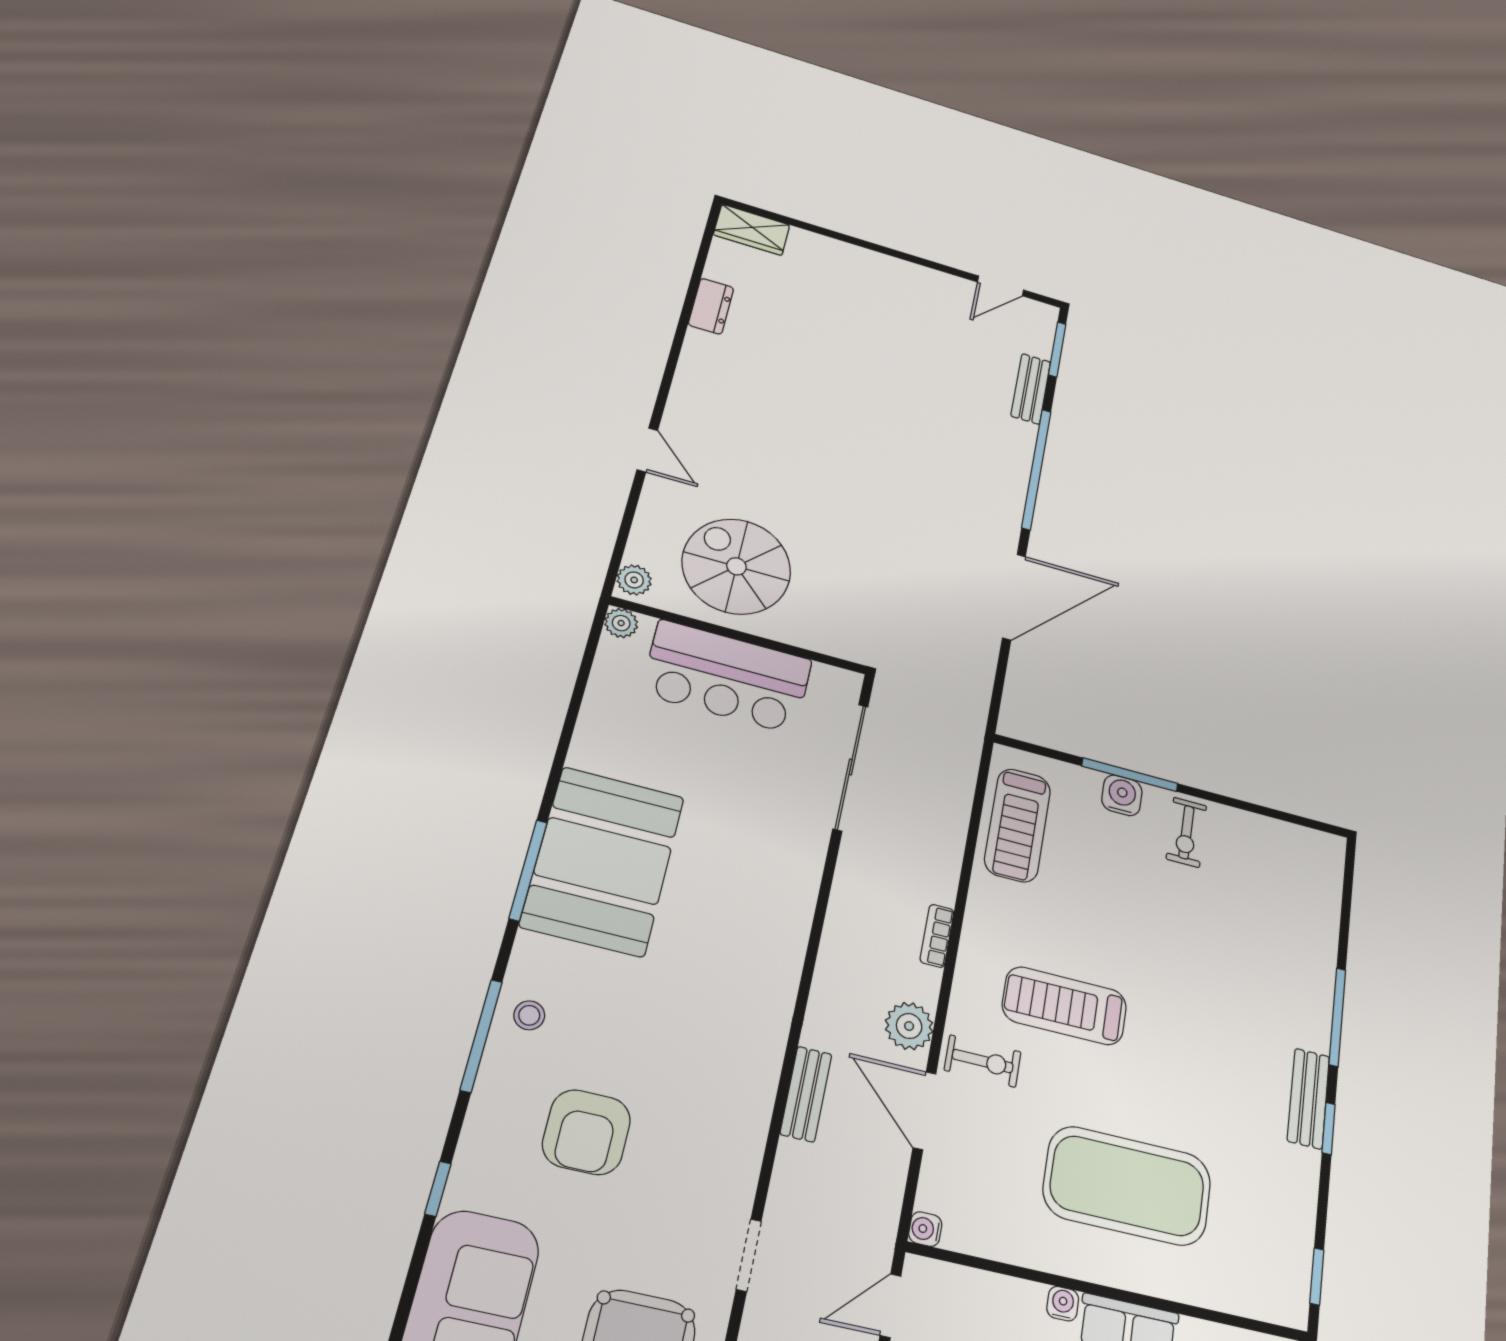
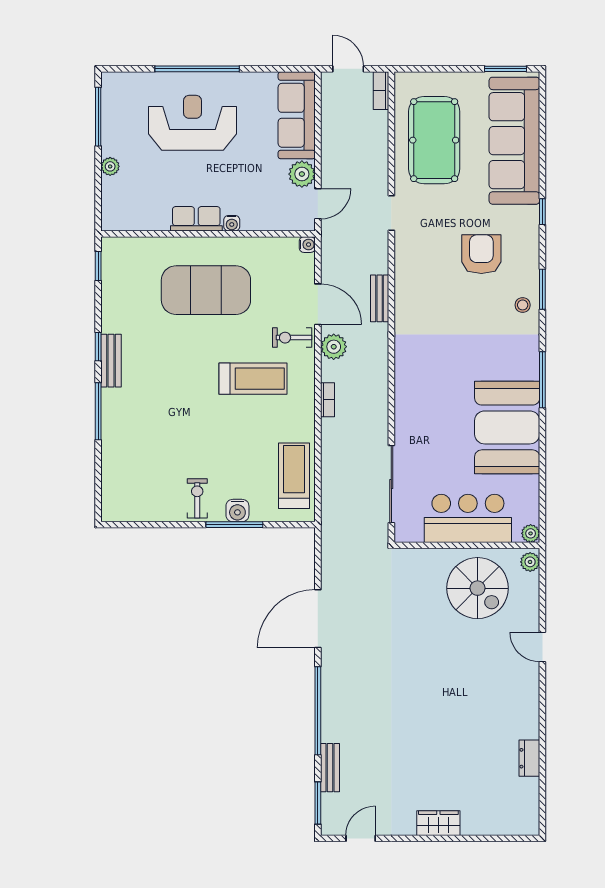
wardrobe: (752, 230) -> (438, 823), moved
booth: (603, 861) -> (507, 427), moved
window: (481, 1036) -> (542, 289), width x0.69

